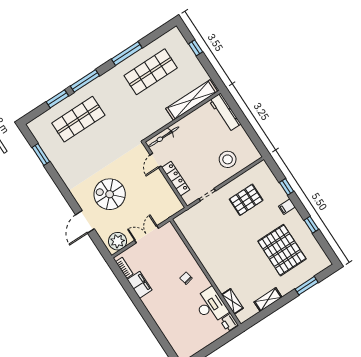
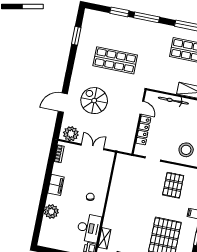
shop shelf: (78, 119) -> (115, 60), moved
bicycle: (163, 137) -> (173, 101), moved
door: (156, 161) -> (142, 108), swing flipped
pallet: (246, 200) -> (173, 185), turned 90
filing cabinet: (140, 285) -> (56, 185), moved
plant: (166, 323) -> (51, 212), added

